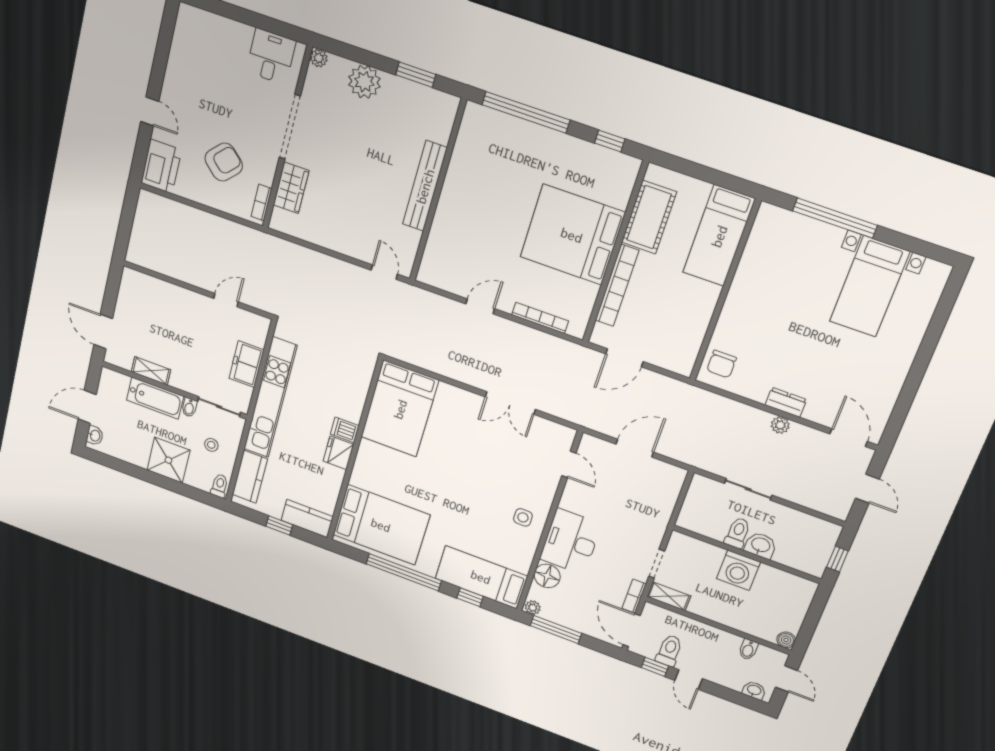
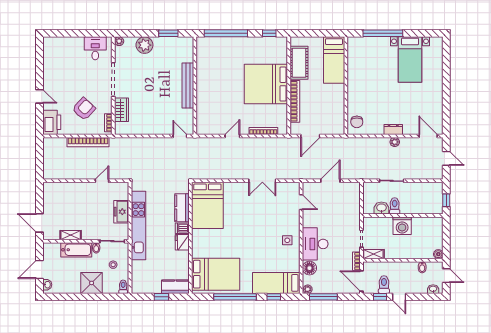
bookcase: (217, 224) -> (88, 142), added
kitchen counter: (250, 477) -> (182, 208), moved, turned 180
washbasin: (761, 545) -> (381, 208), moved

